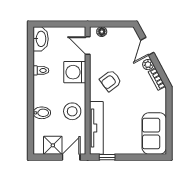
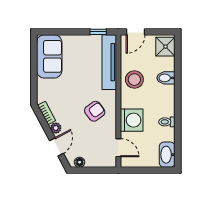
floor lamp: (102, 32) -> (80, 162), moved
shower: (53, 145) -> (165, 47), moved

